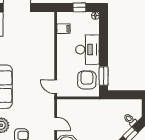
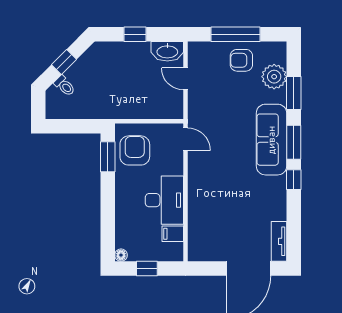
desk: (87, 50) -> (164, 200), moved, turned 180
armchair: (87, 80) -> (135, 150), turned 180

